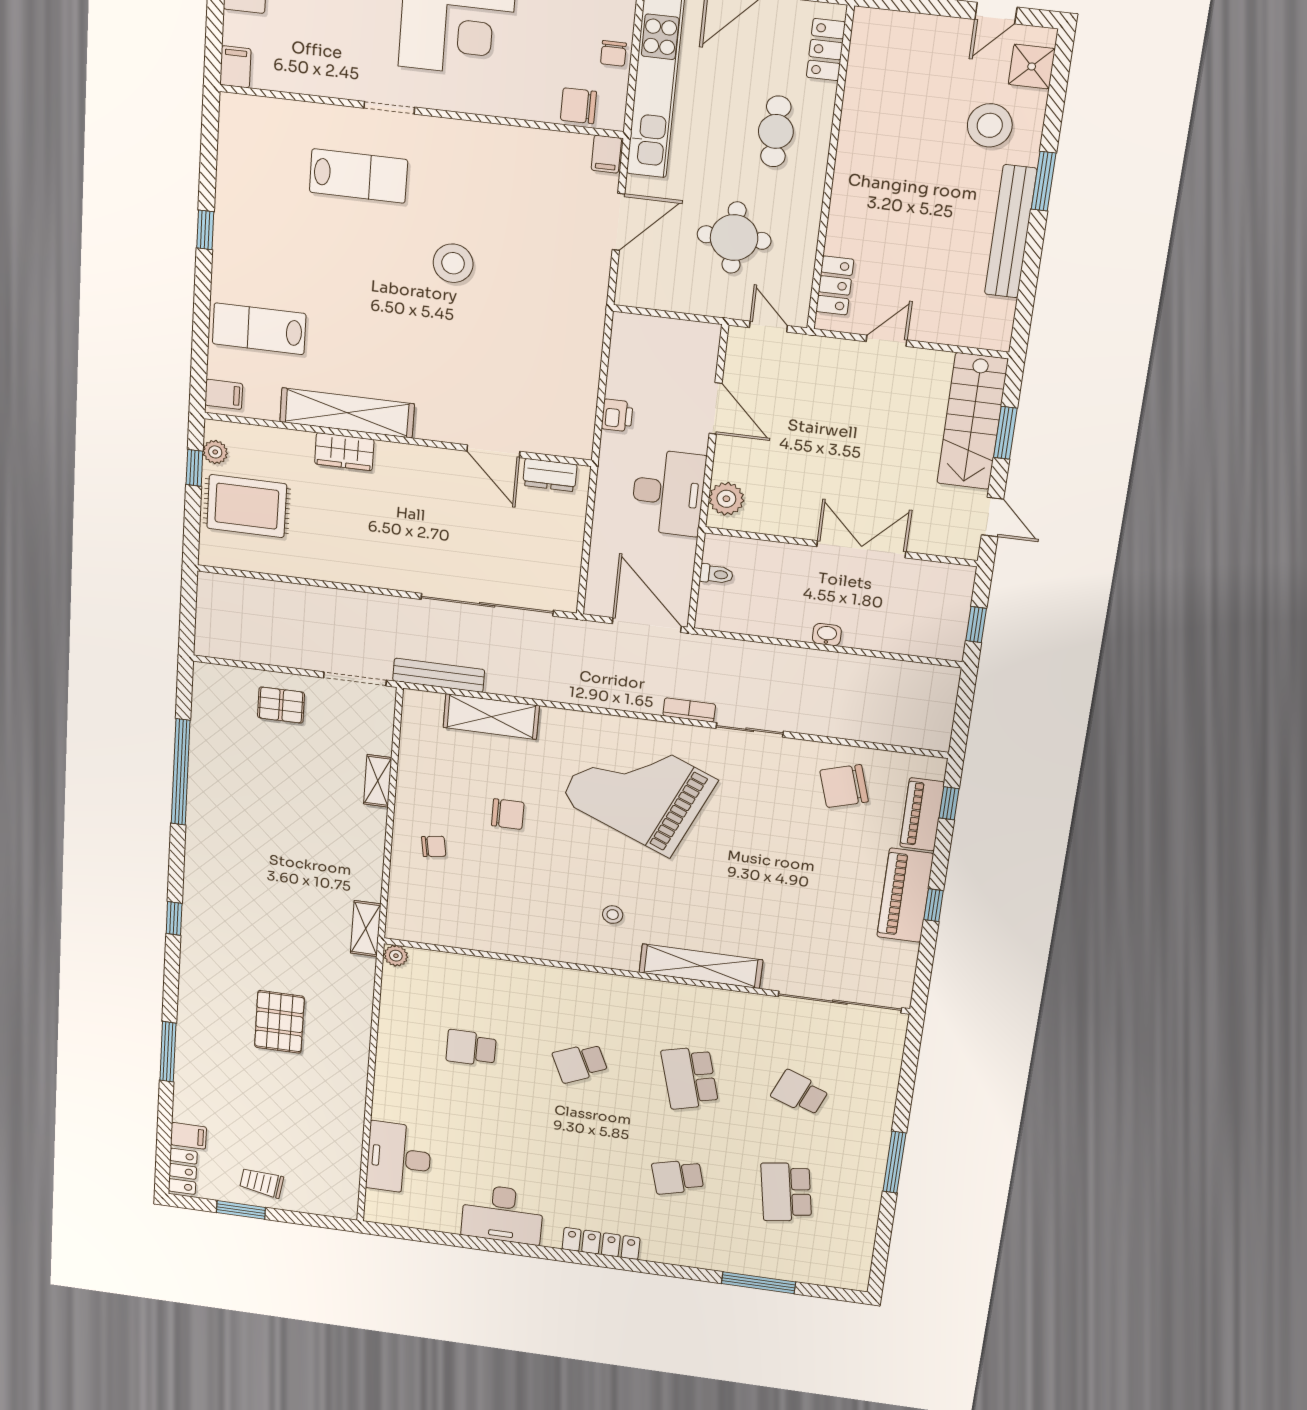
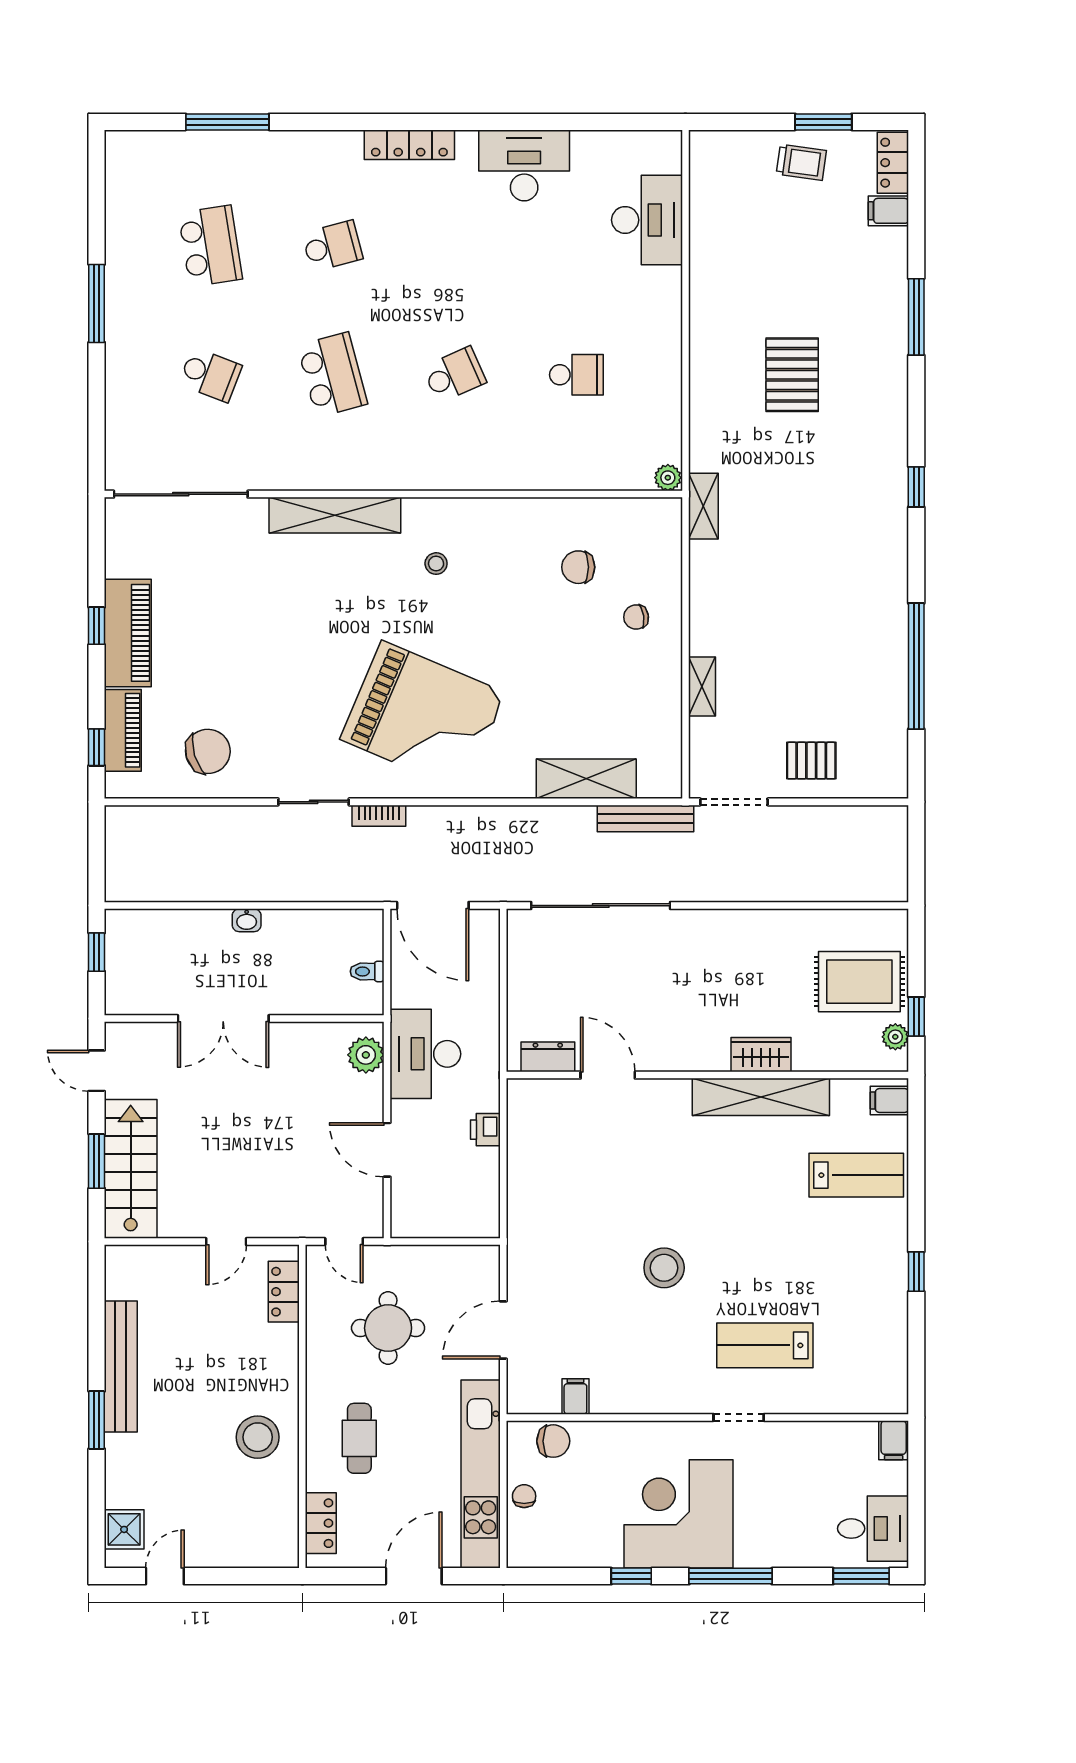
stool: (990, 125) -> (258, 1437), moved
filing cabinet: (606, 154) -> (575, 1396), moved
chair: (508, 814) -> (578, 567), moved

